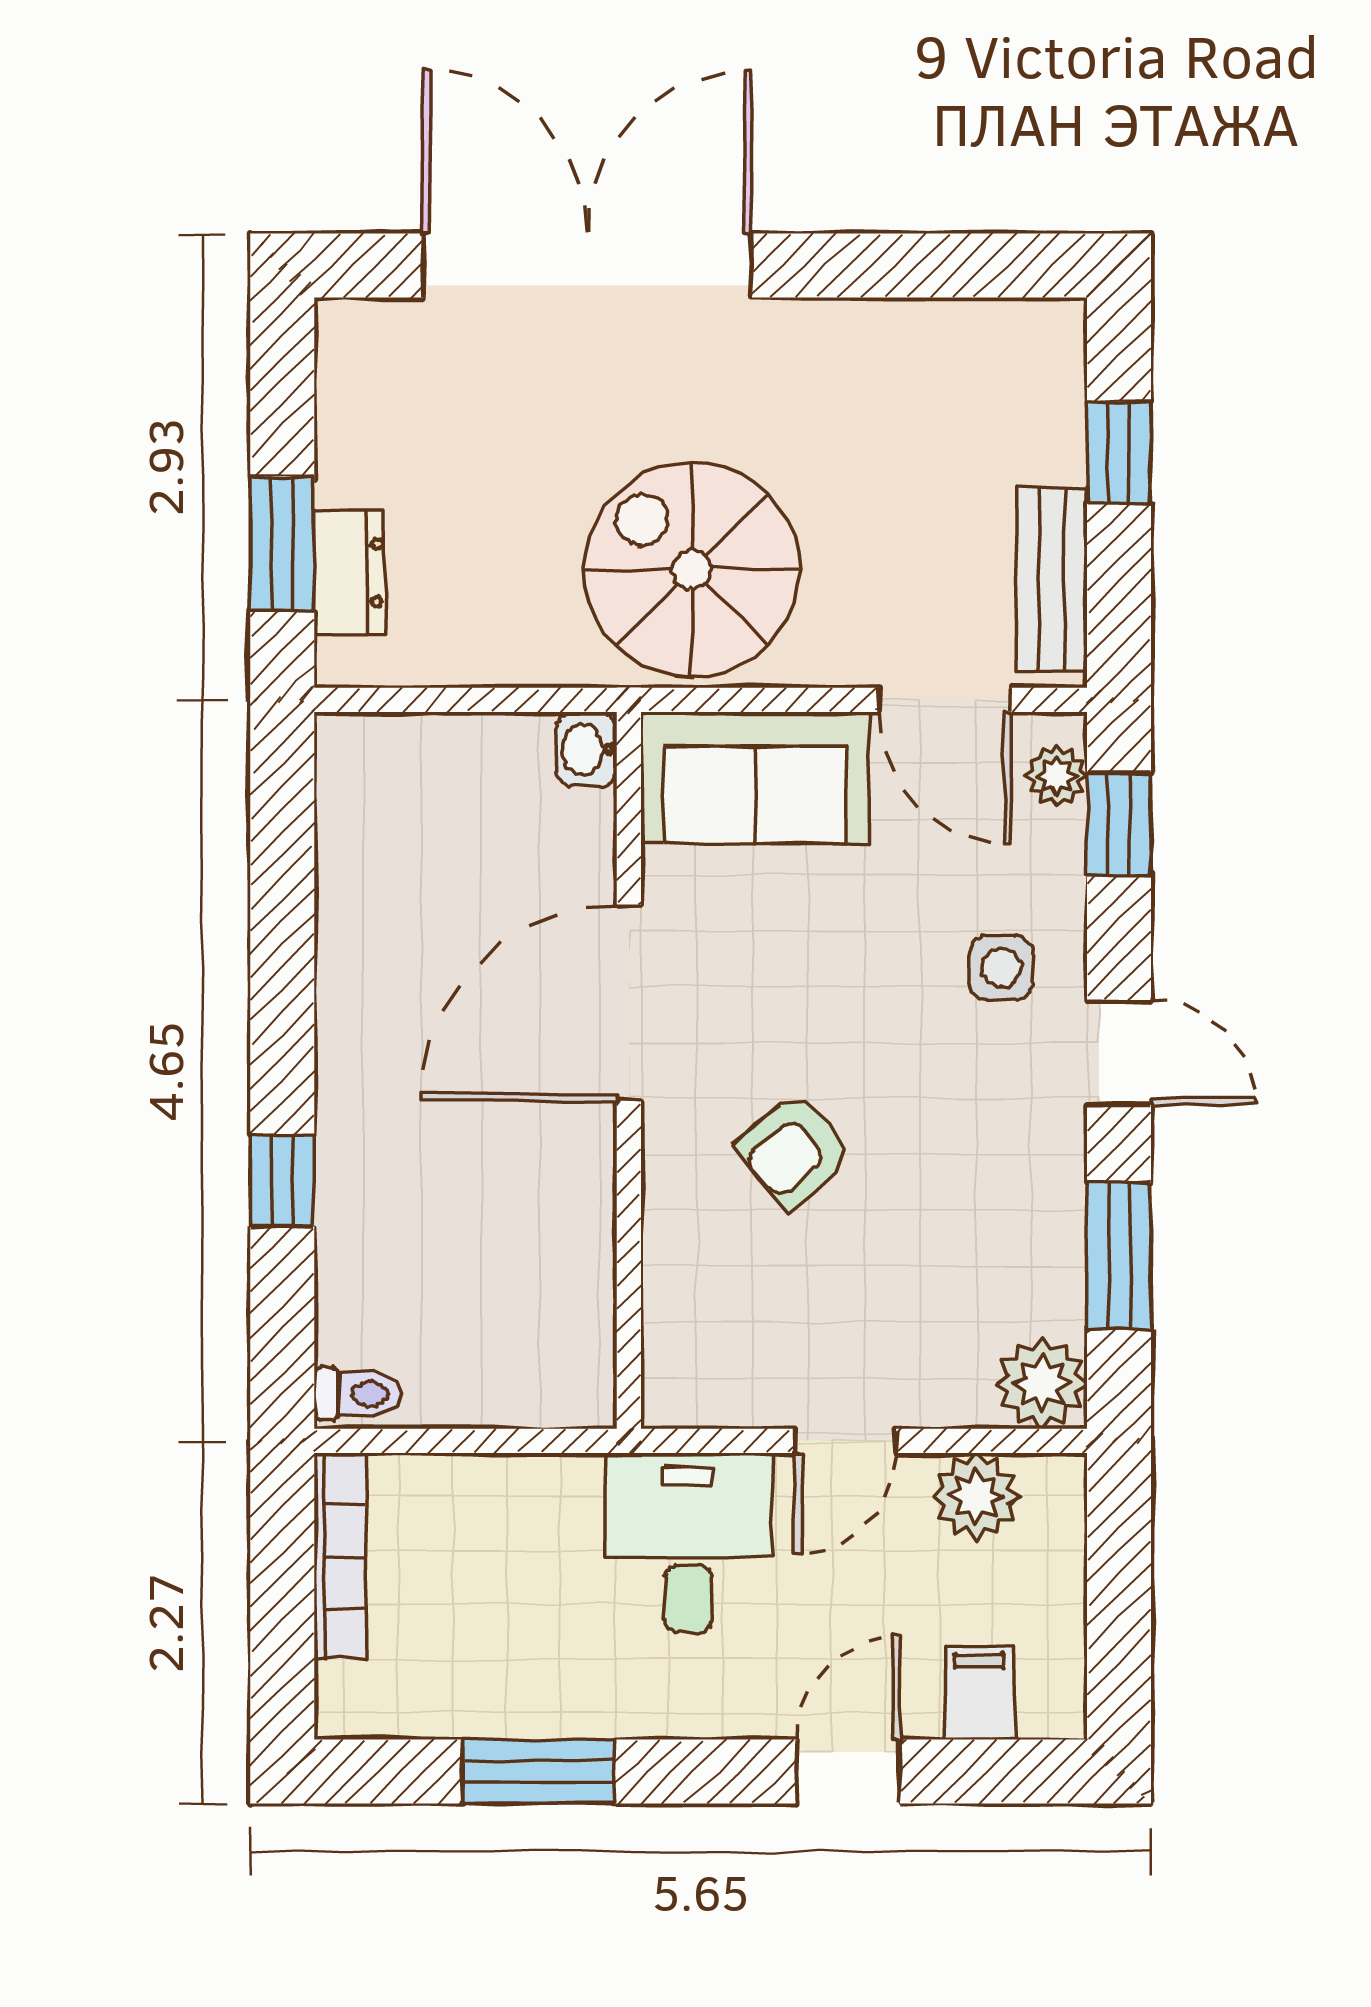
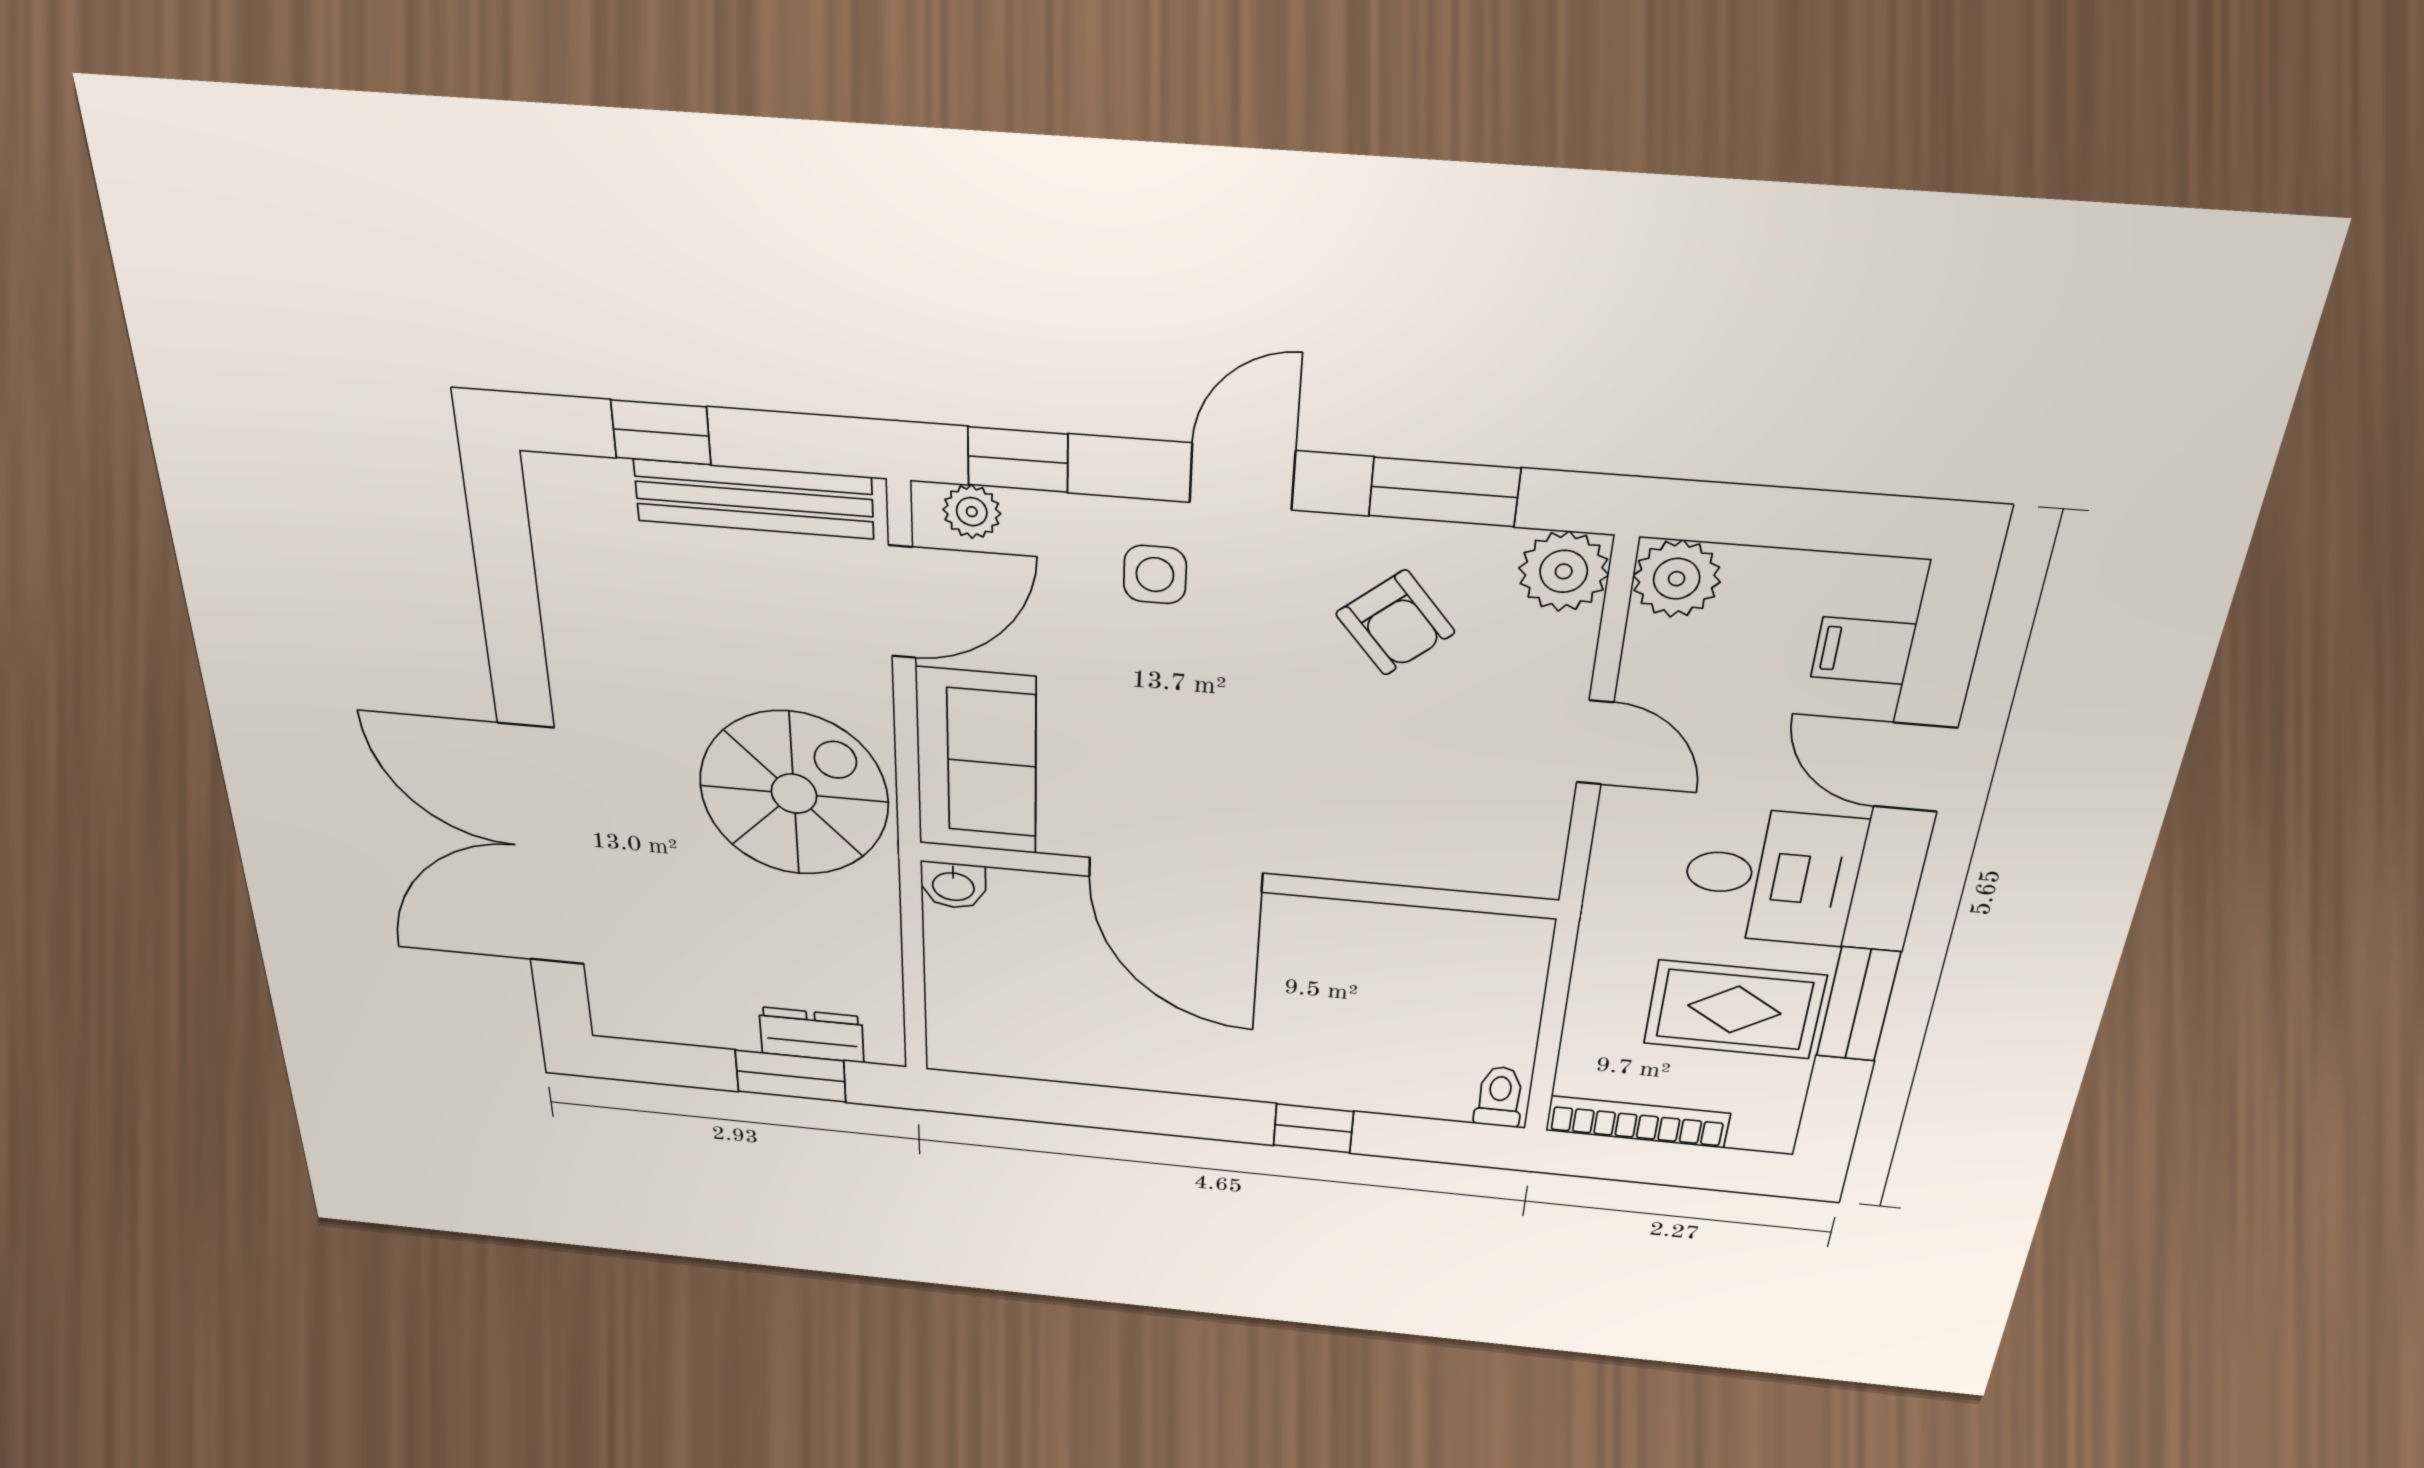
spiral stairs: (692, 569) -> (794, 794), turned 180
bench: (1052, 579) -> (754, 499), width x1.36
armchair: (794, 1150) -> (1395, 623), moved
plant: (976, 1496) -> (1677, 579), moved
desk: (688, 1543) -> (1772, 877), moved, turned 180
rug: (515, 1639) -> (1734, 1010), added

